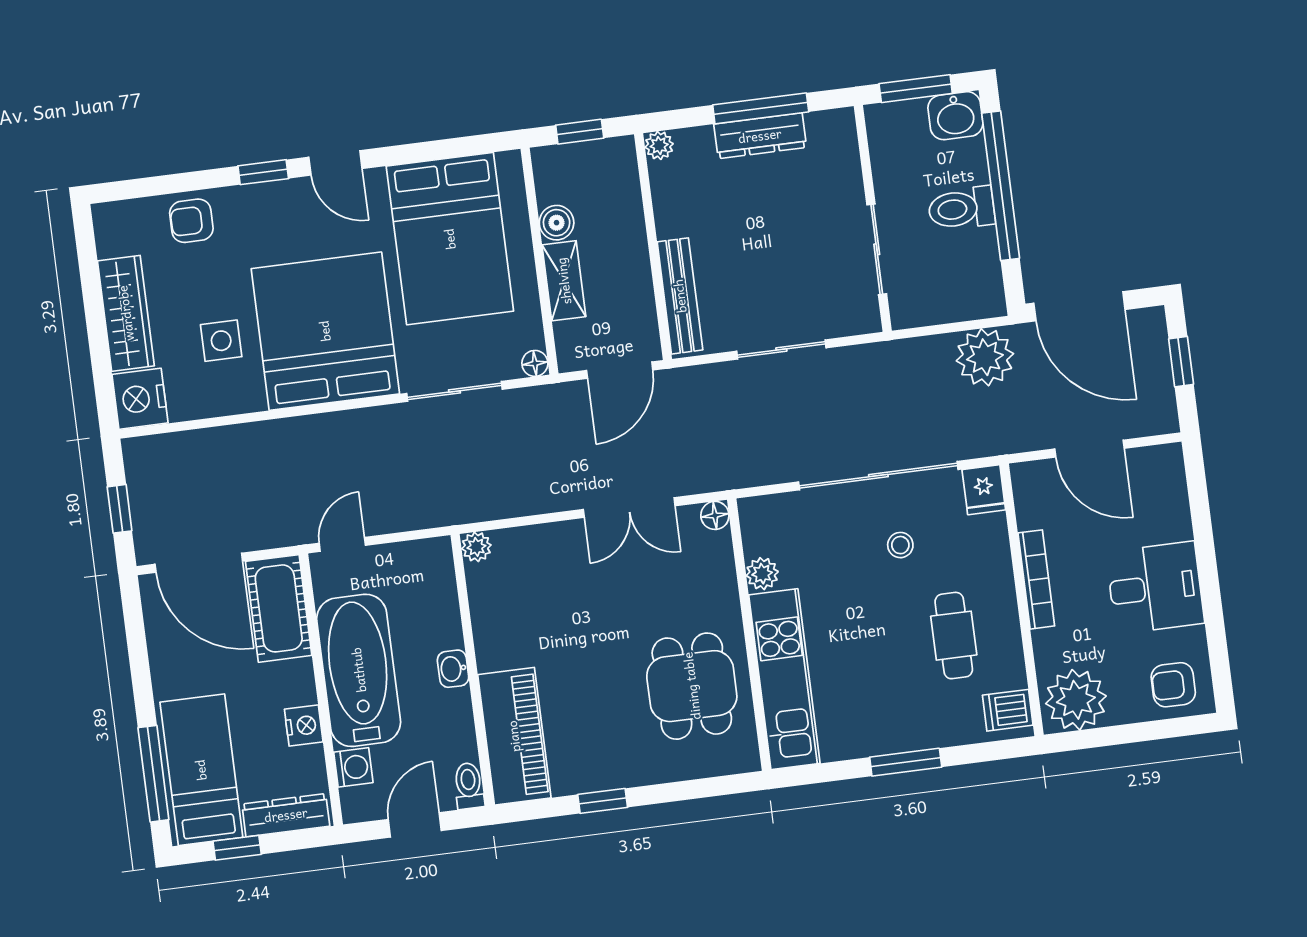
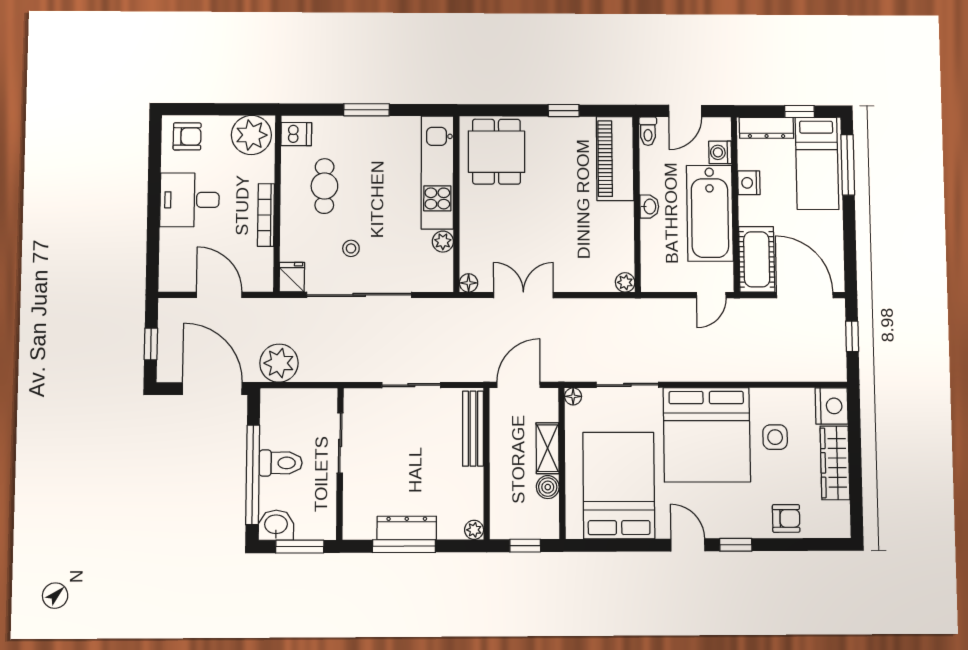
dining table: (692, 686) -> (496, 152), moved

